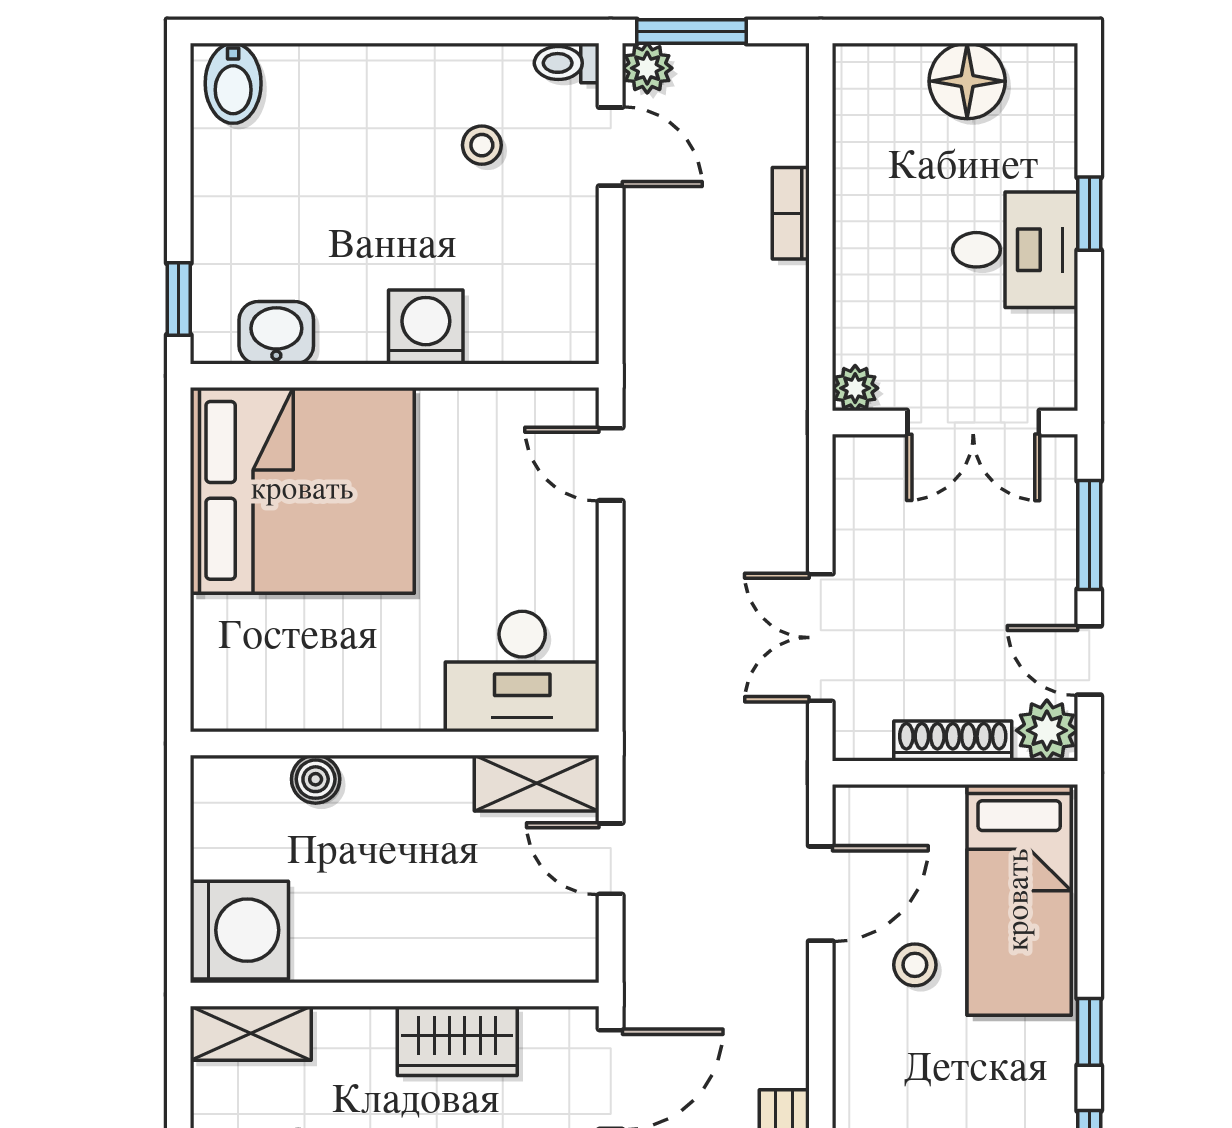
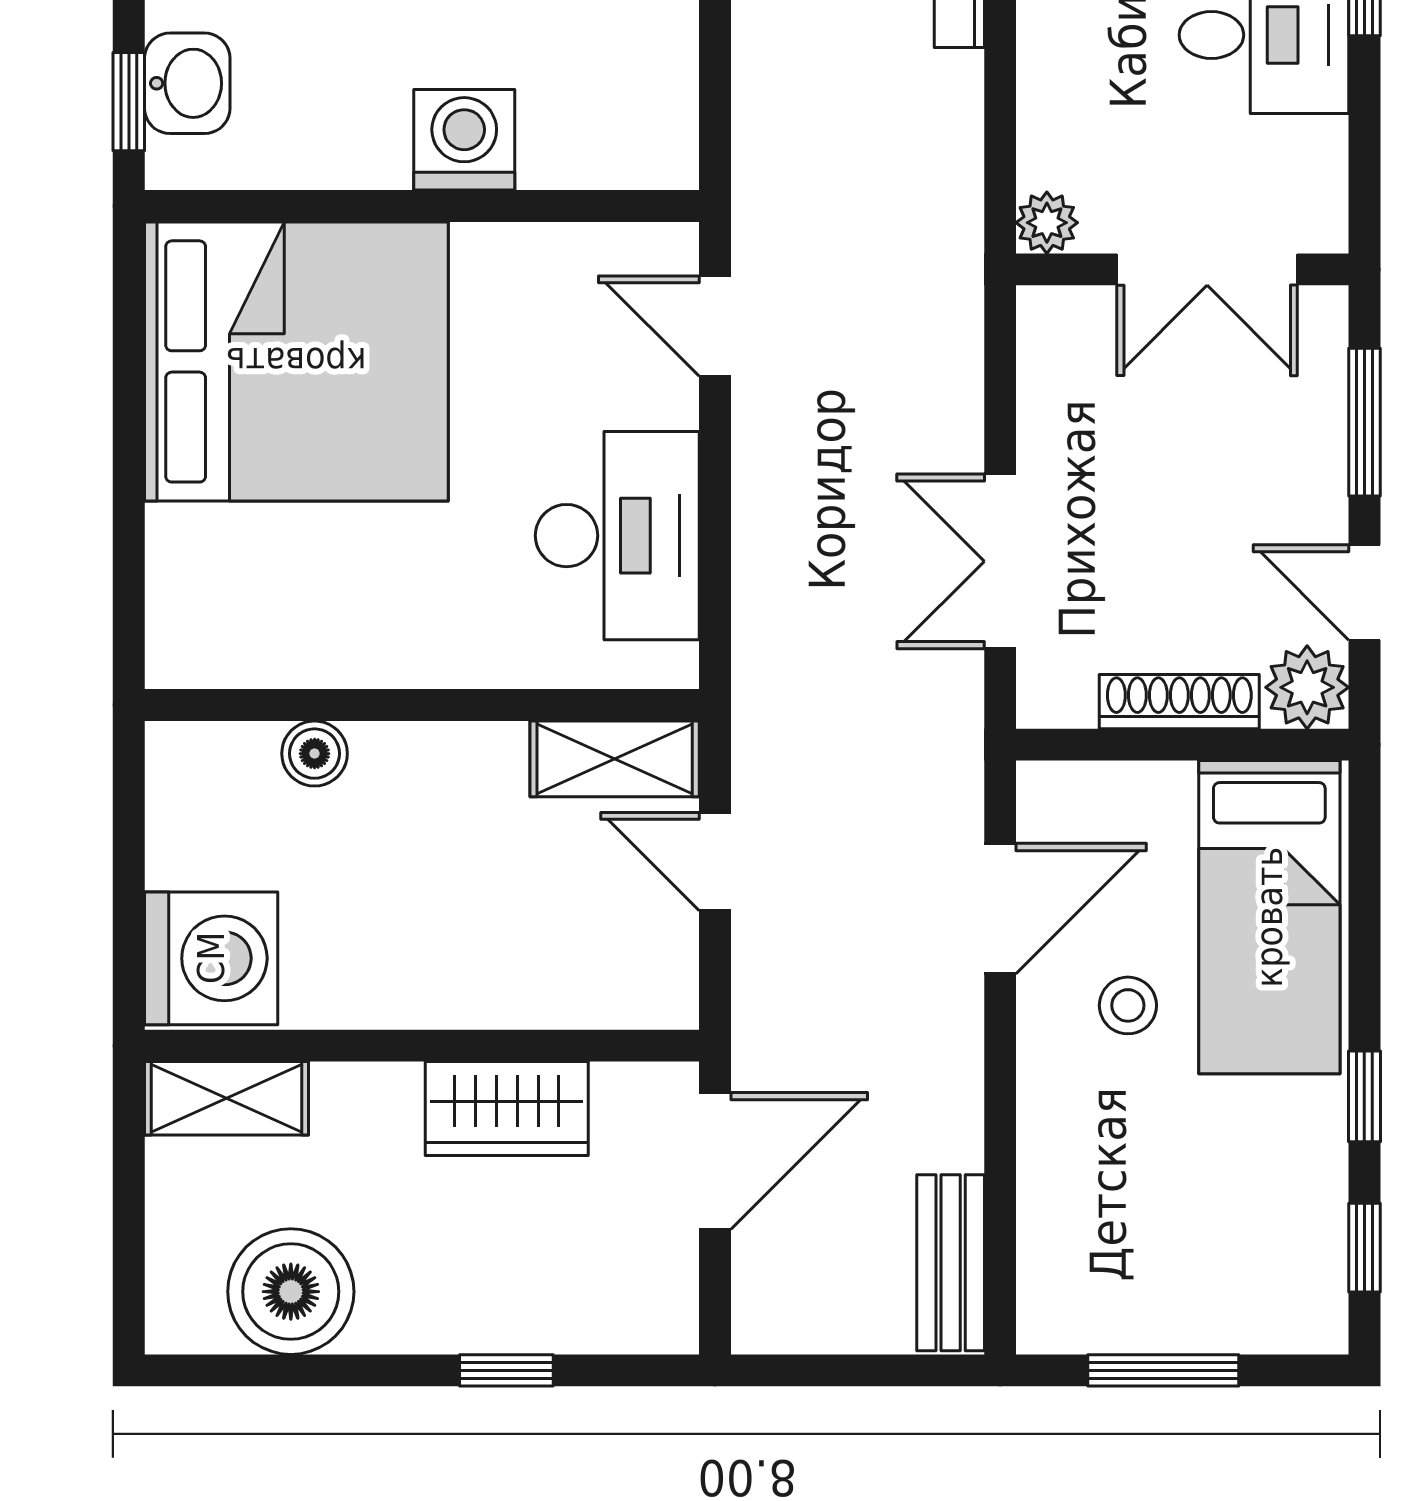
washbasin: (276, 333) -> (187, 83), moved, turned 90
desk: (522, 672) -> (617, 536), moved, turned -90

